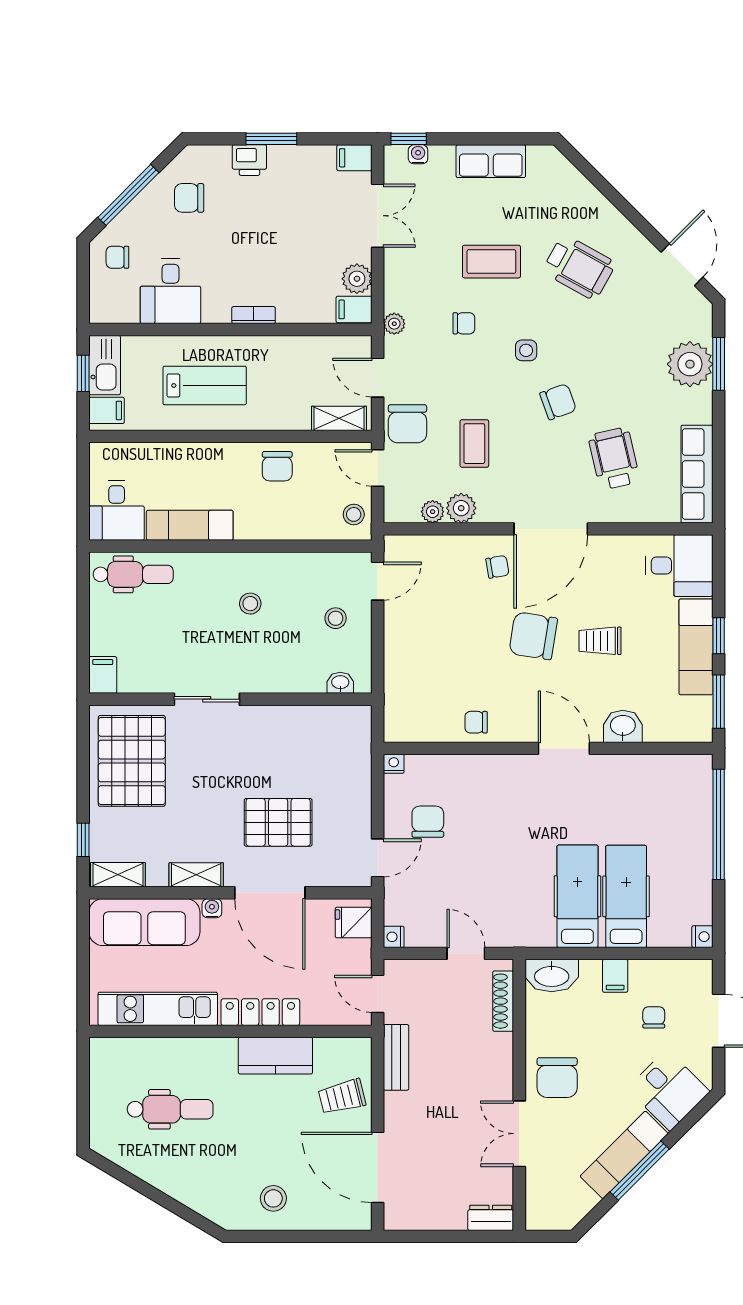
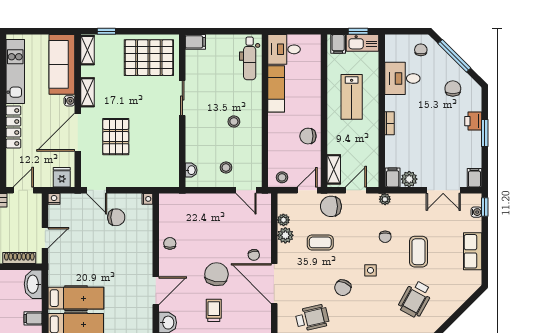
chair: (558, 402) -> (343, 288), turned 43

